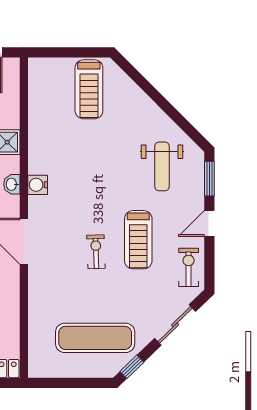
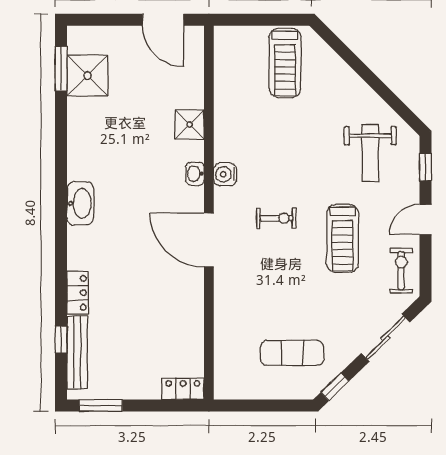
window: (209, 179) -> (425, 167), width x0.67
exercise bike: (96, 252) -> (276, 218), moved, turned 92
exercise mat: (95, 338) -> (292, 353), width x0.73, depth x0.69

